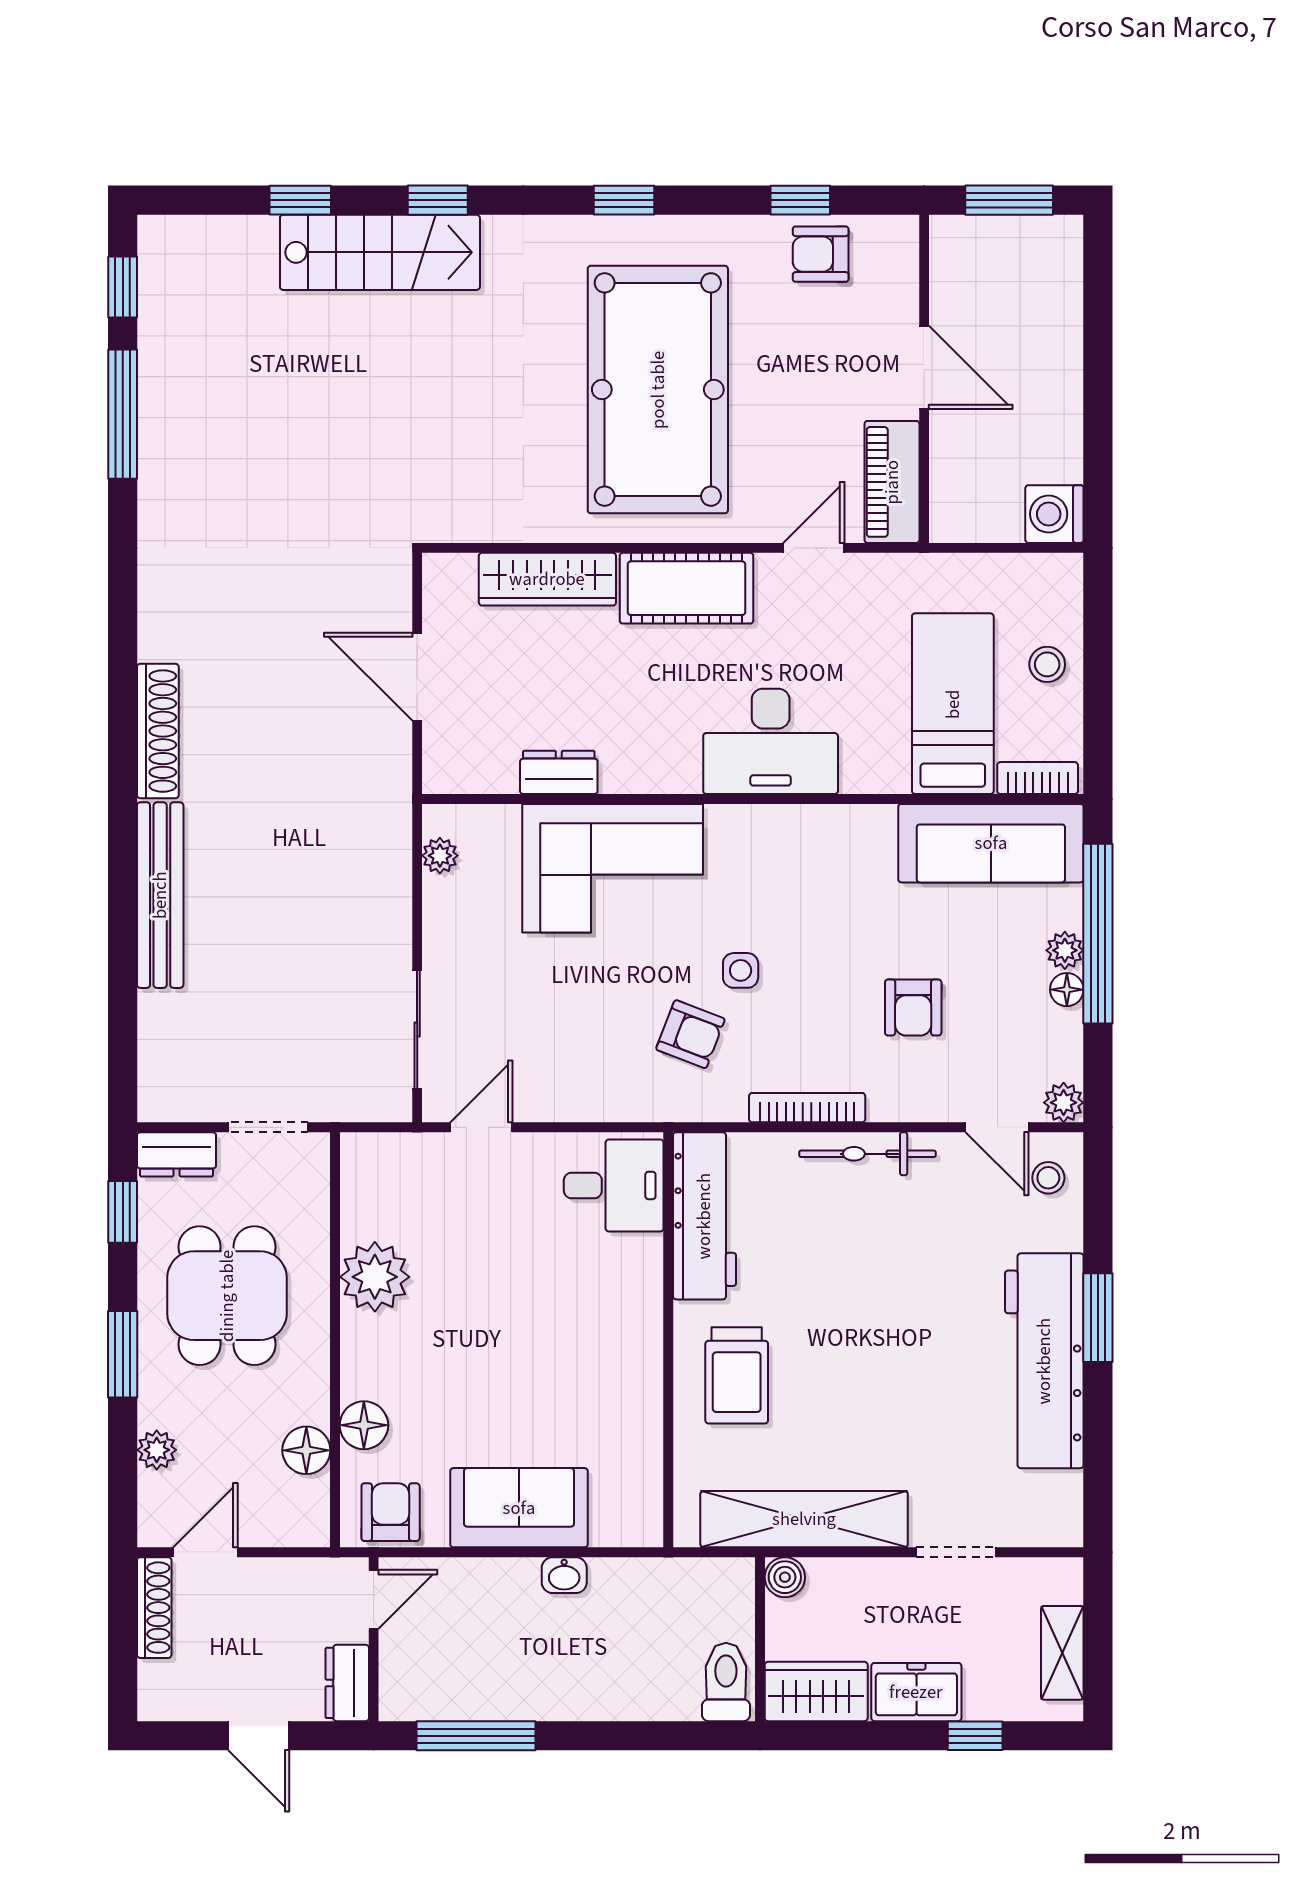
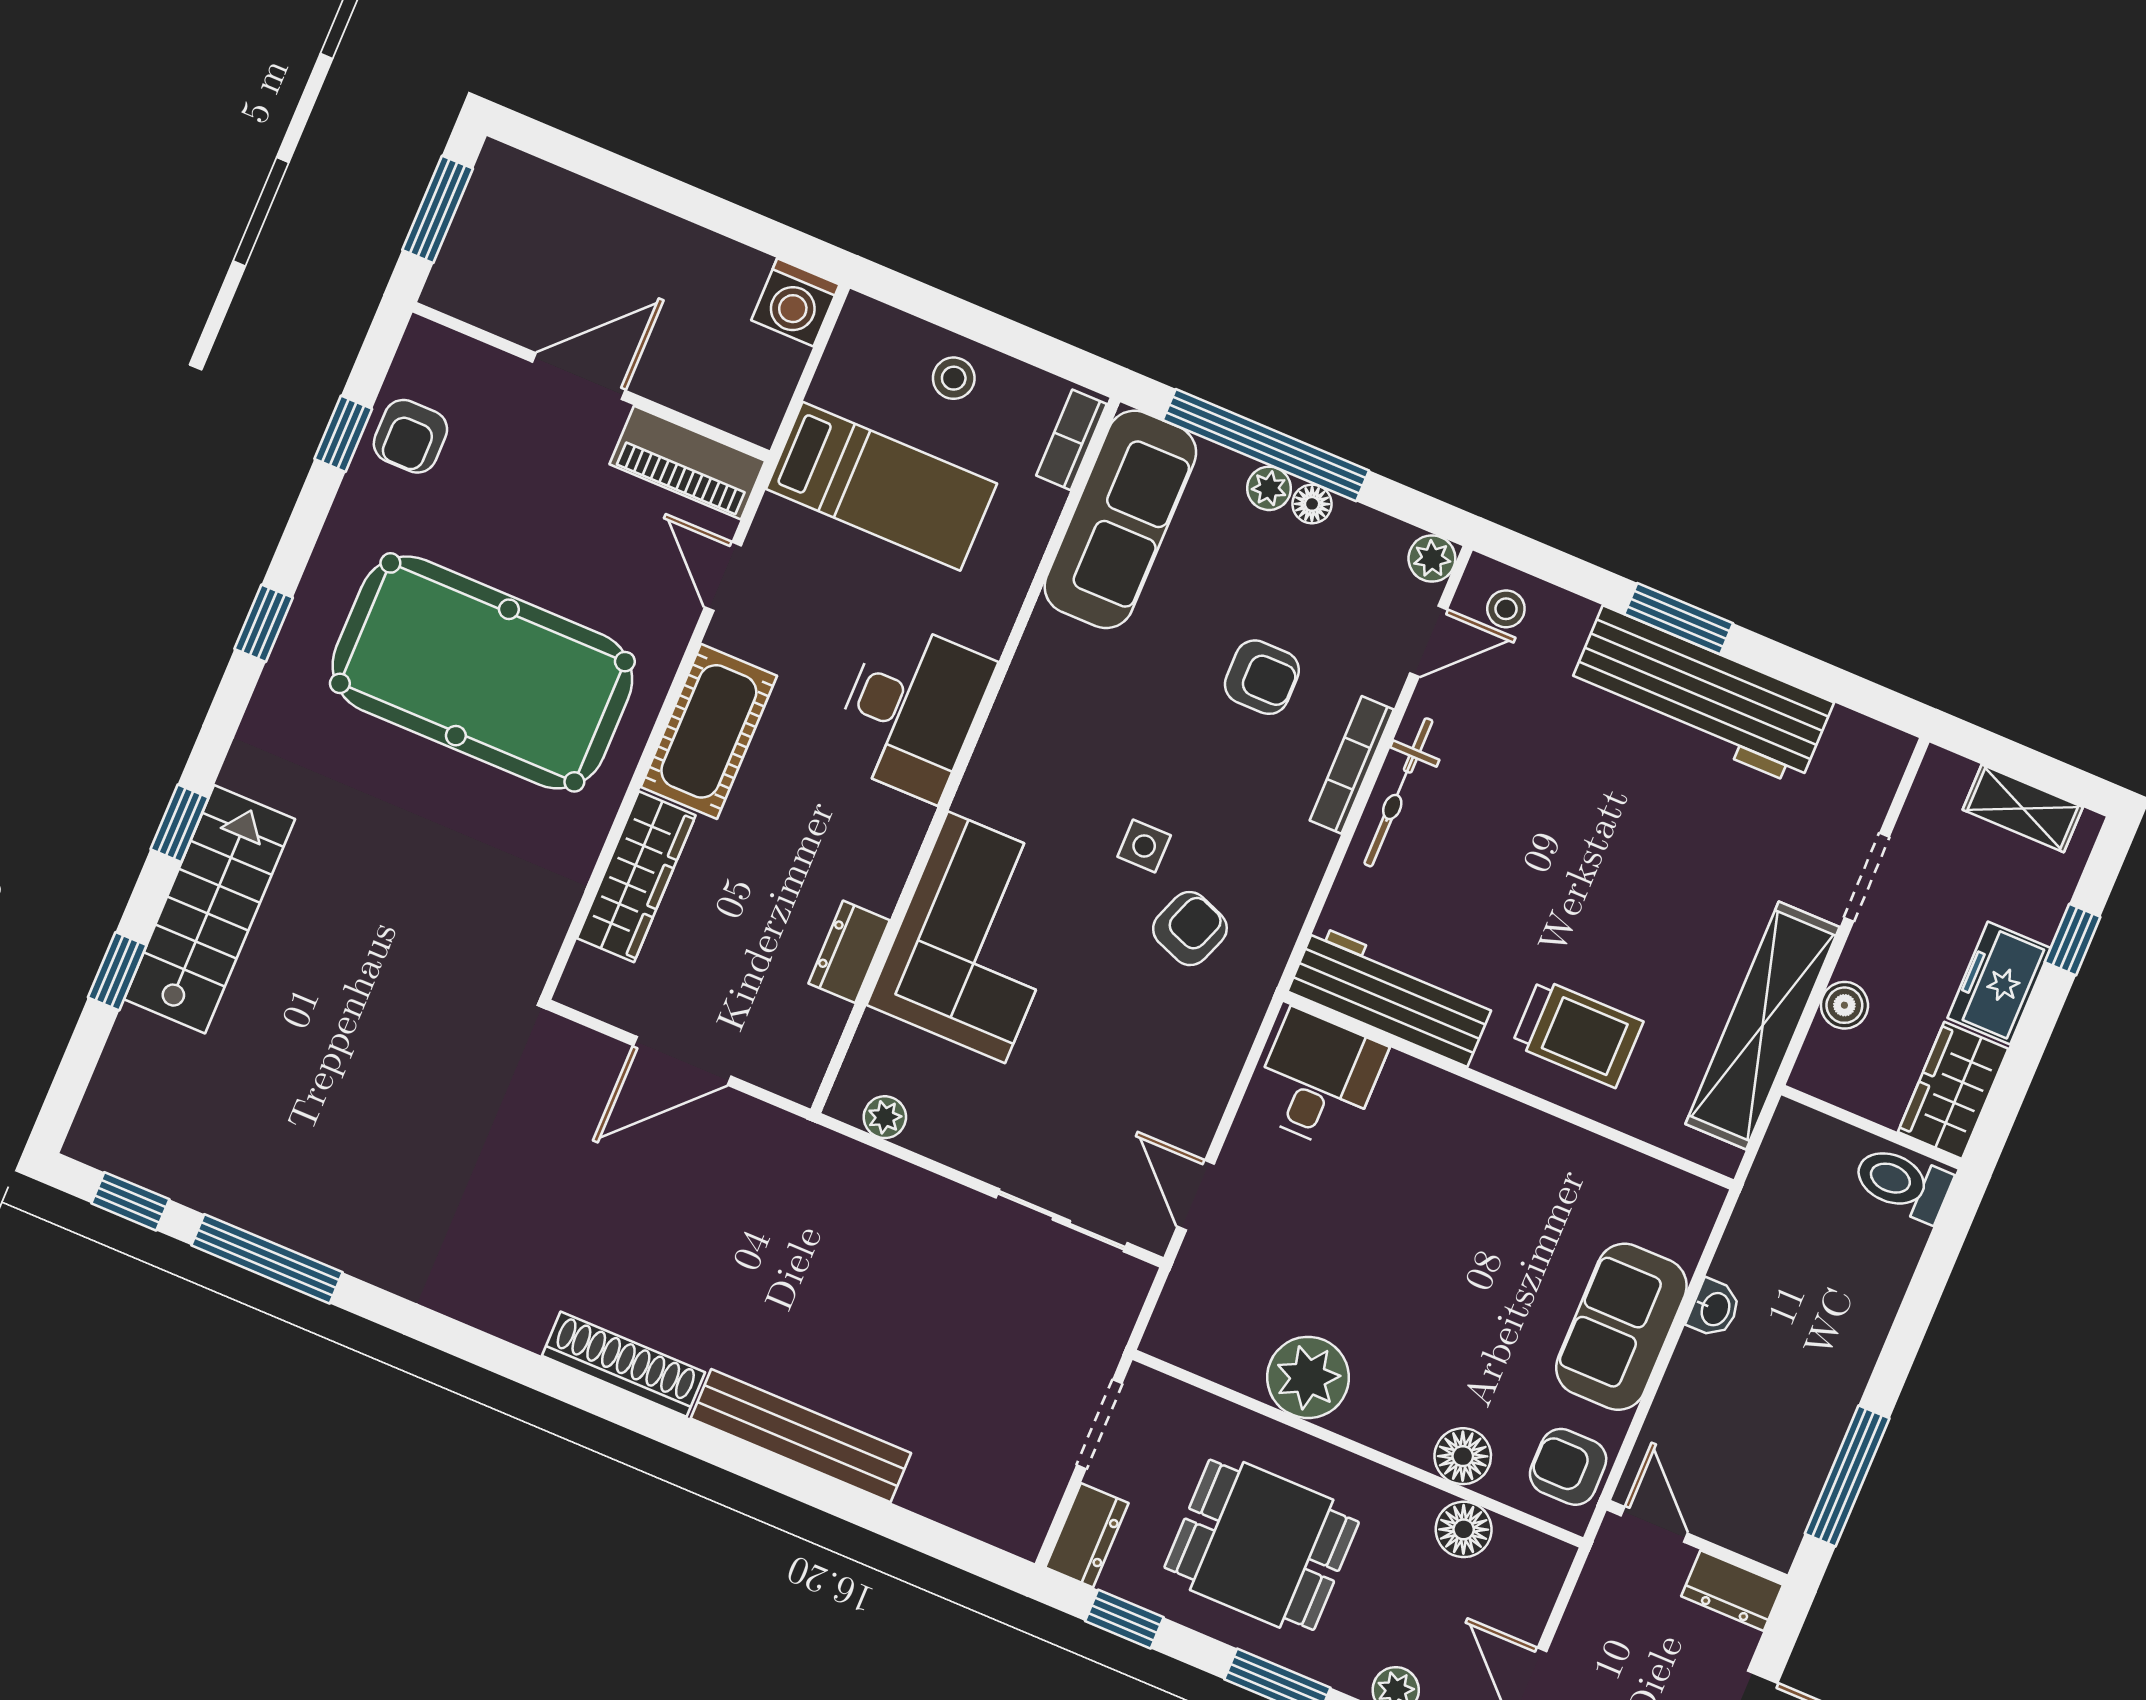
bed: (953, 704) -> (881, 486), moved, turned 180
bookcase: (807, 1108) -> (1352, 765), moved
boiler: (785, 1577) -> (1844, 1005), moved

